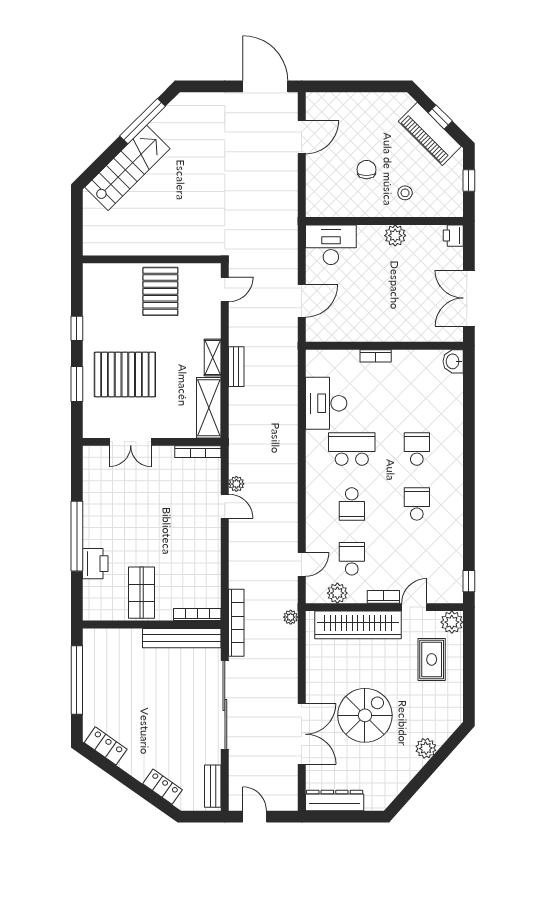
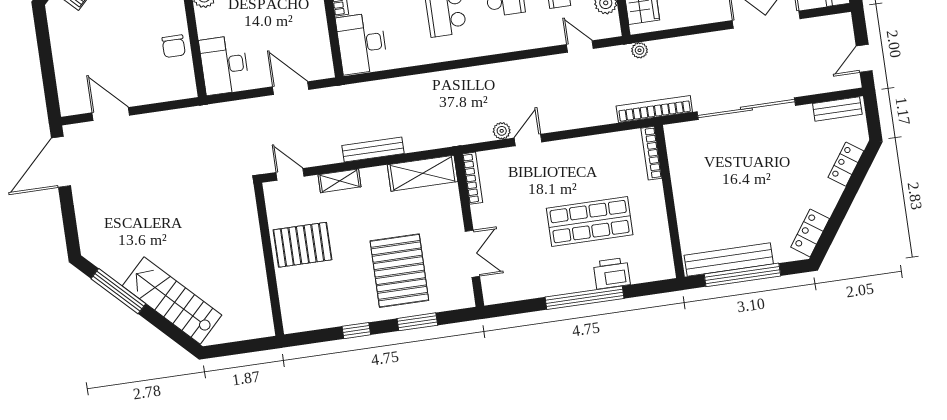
chair: (366, 170) -> (174, 46), moved, turned -90
shelving: (213, 357) -> (340, 181), moved
bench: (236, 367) -> (373, 150), width x1.36
desk: (326, 403) -> (362, 43), moved, turned 90
shop shelf: (142, 593) -> (590, 222), moved, width x1.43, depth x1.36
bench: (182, 638) -> (729, 260), moved, turned 90

